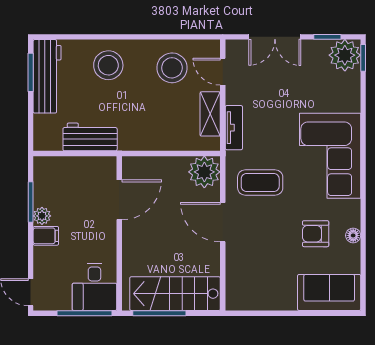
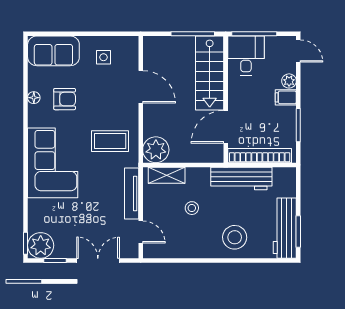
stool: (172, 68) -> (192, 208), moved, width x0.53, depth x0.53
shelving: (210, 114) -> (167, 175), moved, turned 90
tv unit: (234, 128) -> (132, 194), width x1.41
workbench: (90, 137) -> (241, 178), width x1.38
bookcase: (78, 165) -> (260, 156), added
plant: (42, 216) -> (289, 81), moved
door: (223, 222) -> (141, 87), moved
side table: (268, 285) -> (103, 57), added
stairs: (175, 294) -> (210, 73), moved, turned 90

